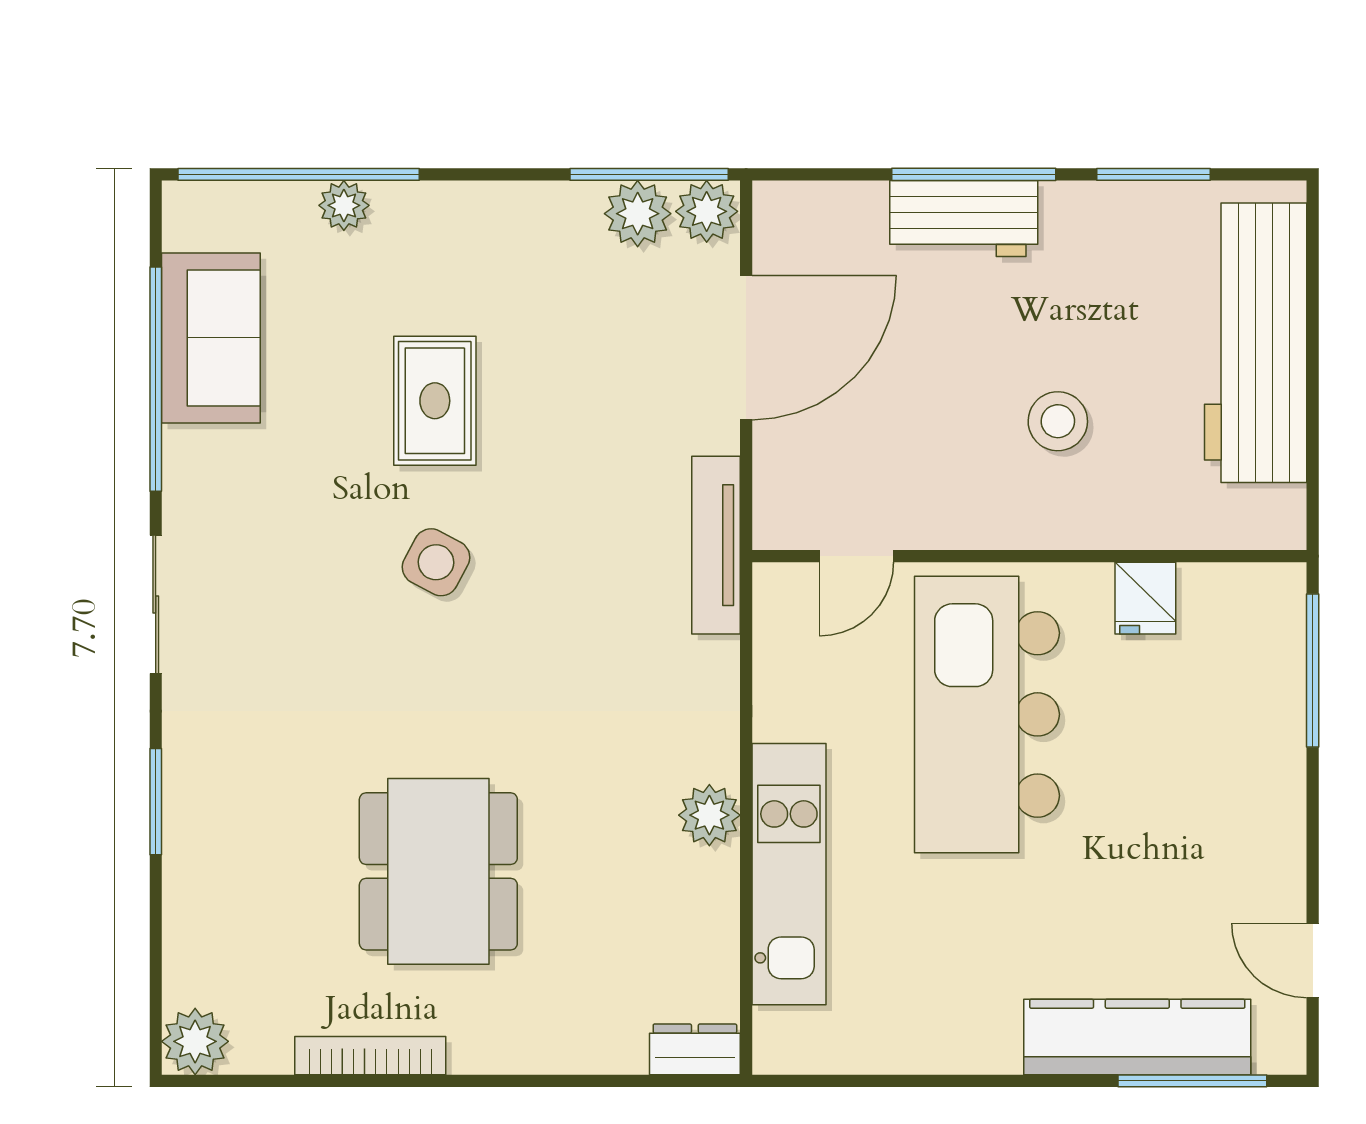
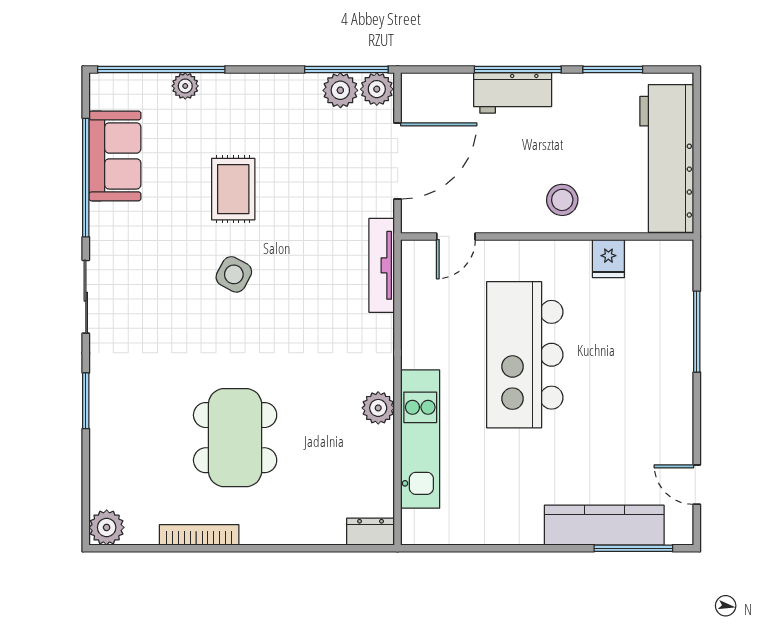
door: (856, 556) -> (456, 236), moved
wall: (1029, 556) -> (547, 236), moved
fridge: (1145, 598) -> (608, 259), moved

